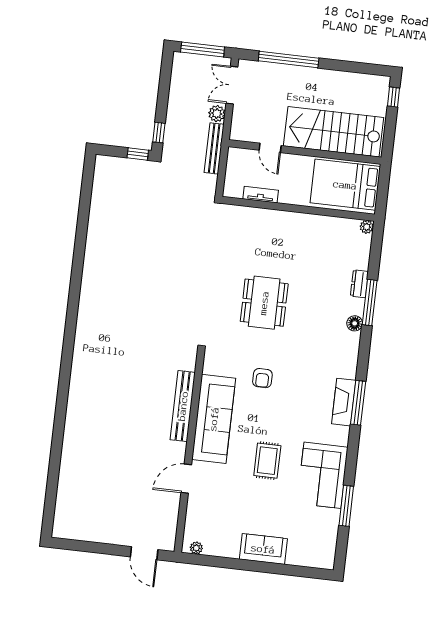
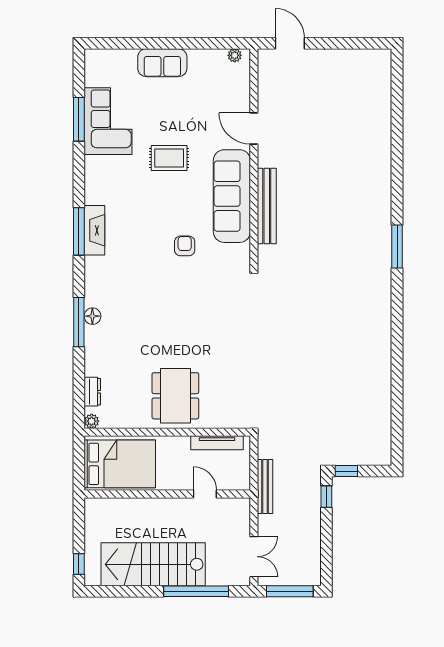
plant: (217, 114) -> (266, 524), removed
stairs: (333, 132) -> (153, 564), moved, turned 180
tv unit: (261, 195) -> (217, 443), width x1.41
dresser: (359, 284) -> (92, 392), moved
dining table: (264, 303) -> (175, 396), moved
window: (370, 303) -> (79, 322), moved
window: (67, 355) -> (397, 247), added
rug: (267, 461) -> (169, 158), turned 90
corner sofa: (323, 475) -> (108, 121), moved
door: (186, 479) -> (254, 128), swing flipped

